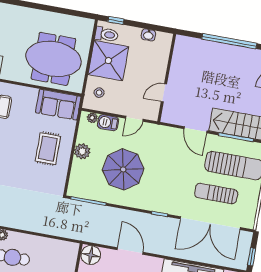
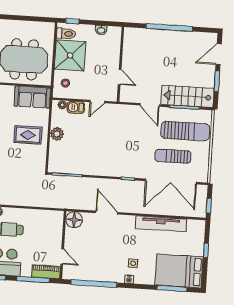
door: (164, 93) -> (120, 77), swing flipped
rug: (48, 149) -> (28, 135), turned 90
parasol: (123, 169) -> (93, 145), removed

